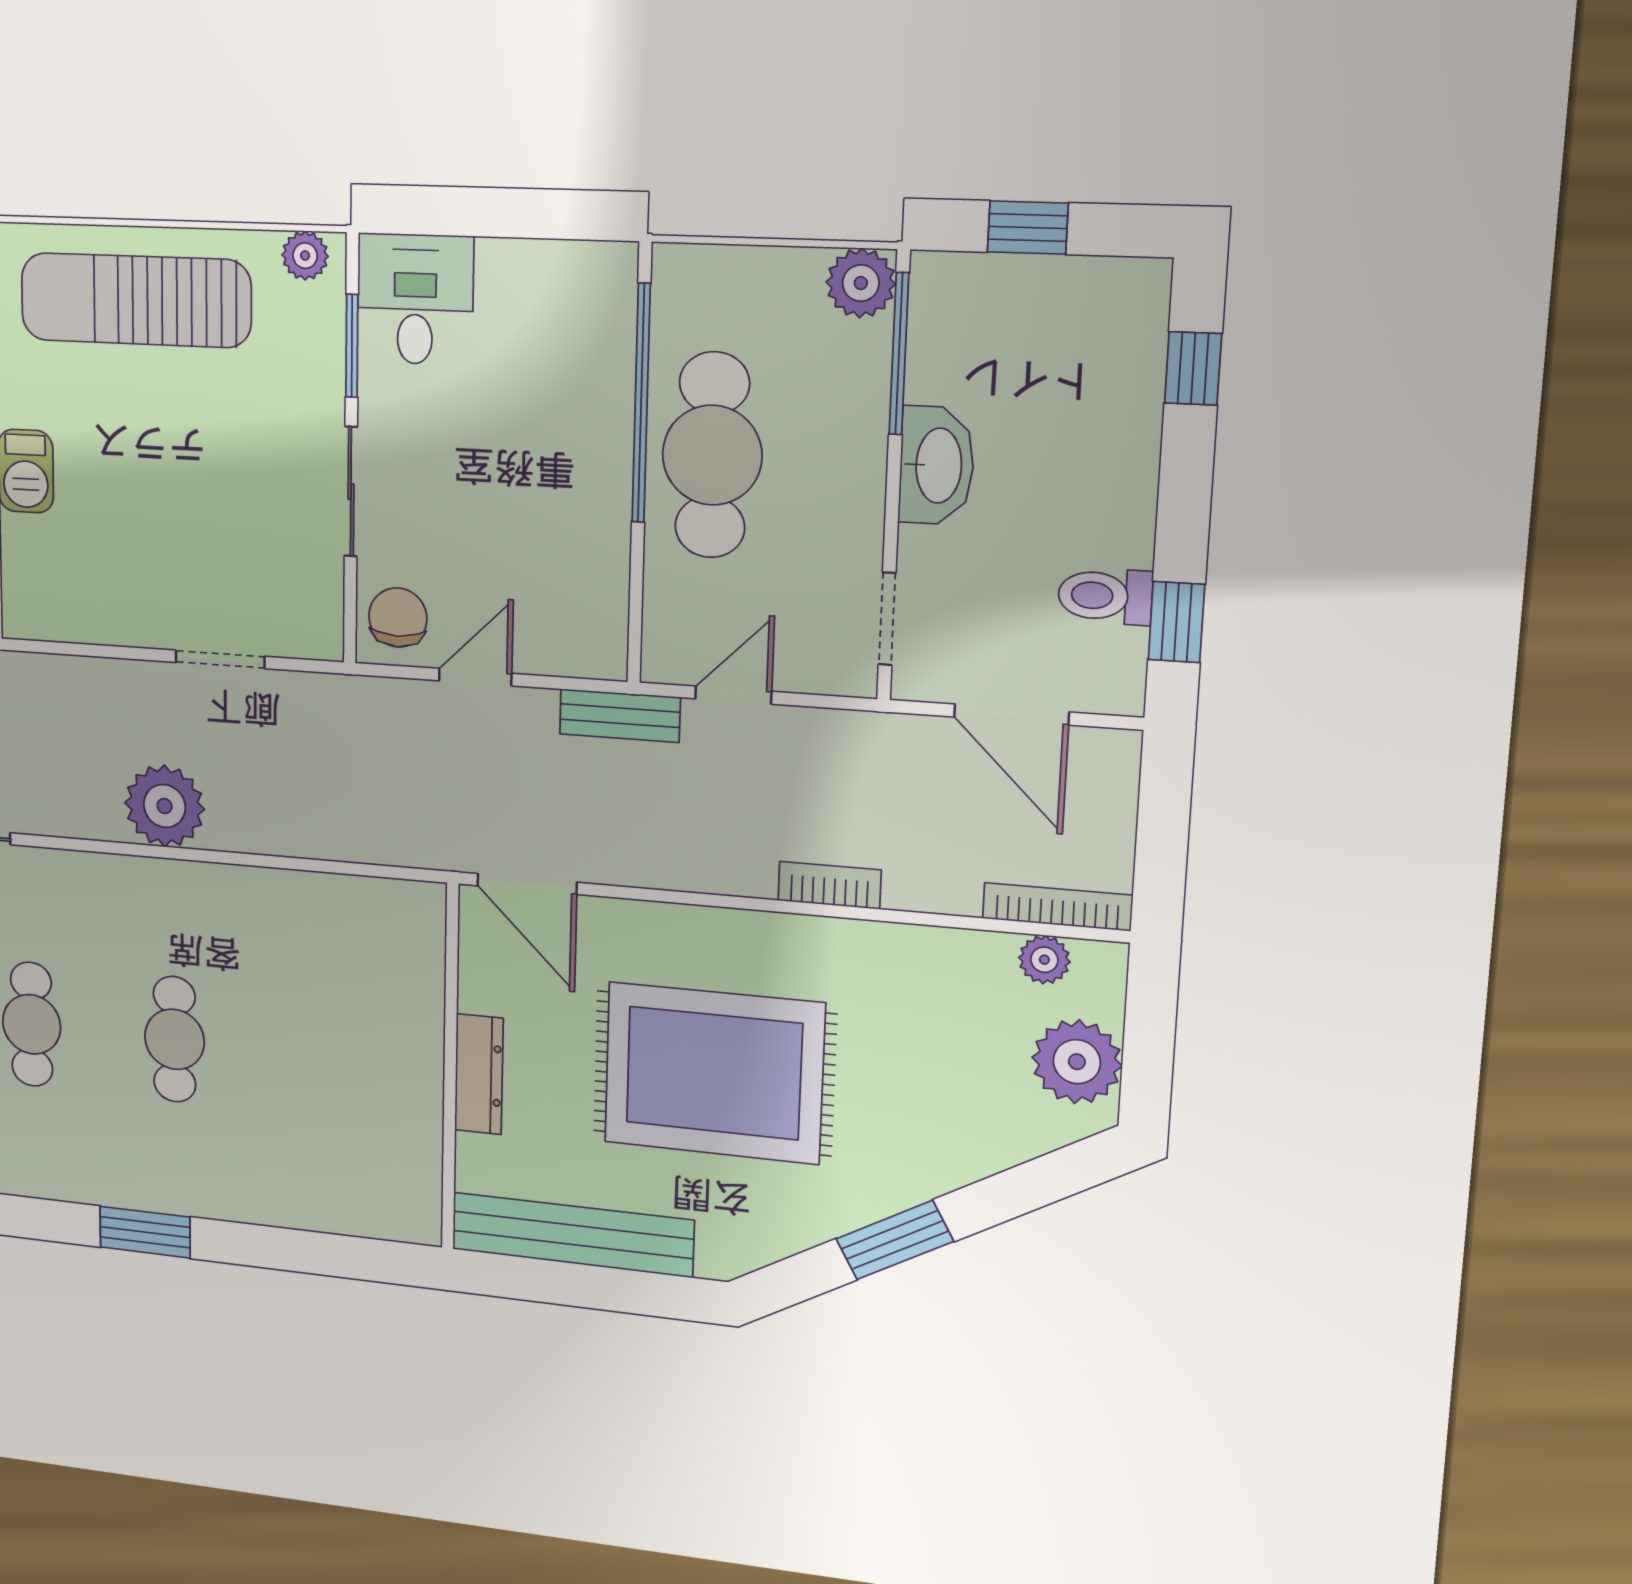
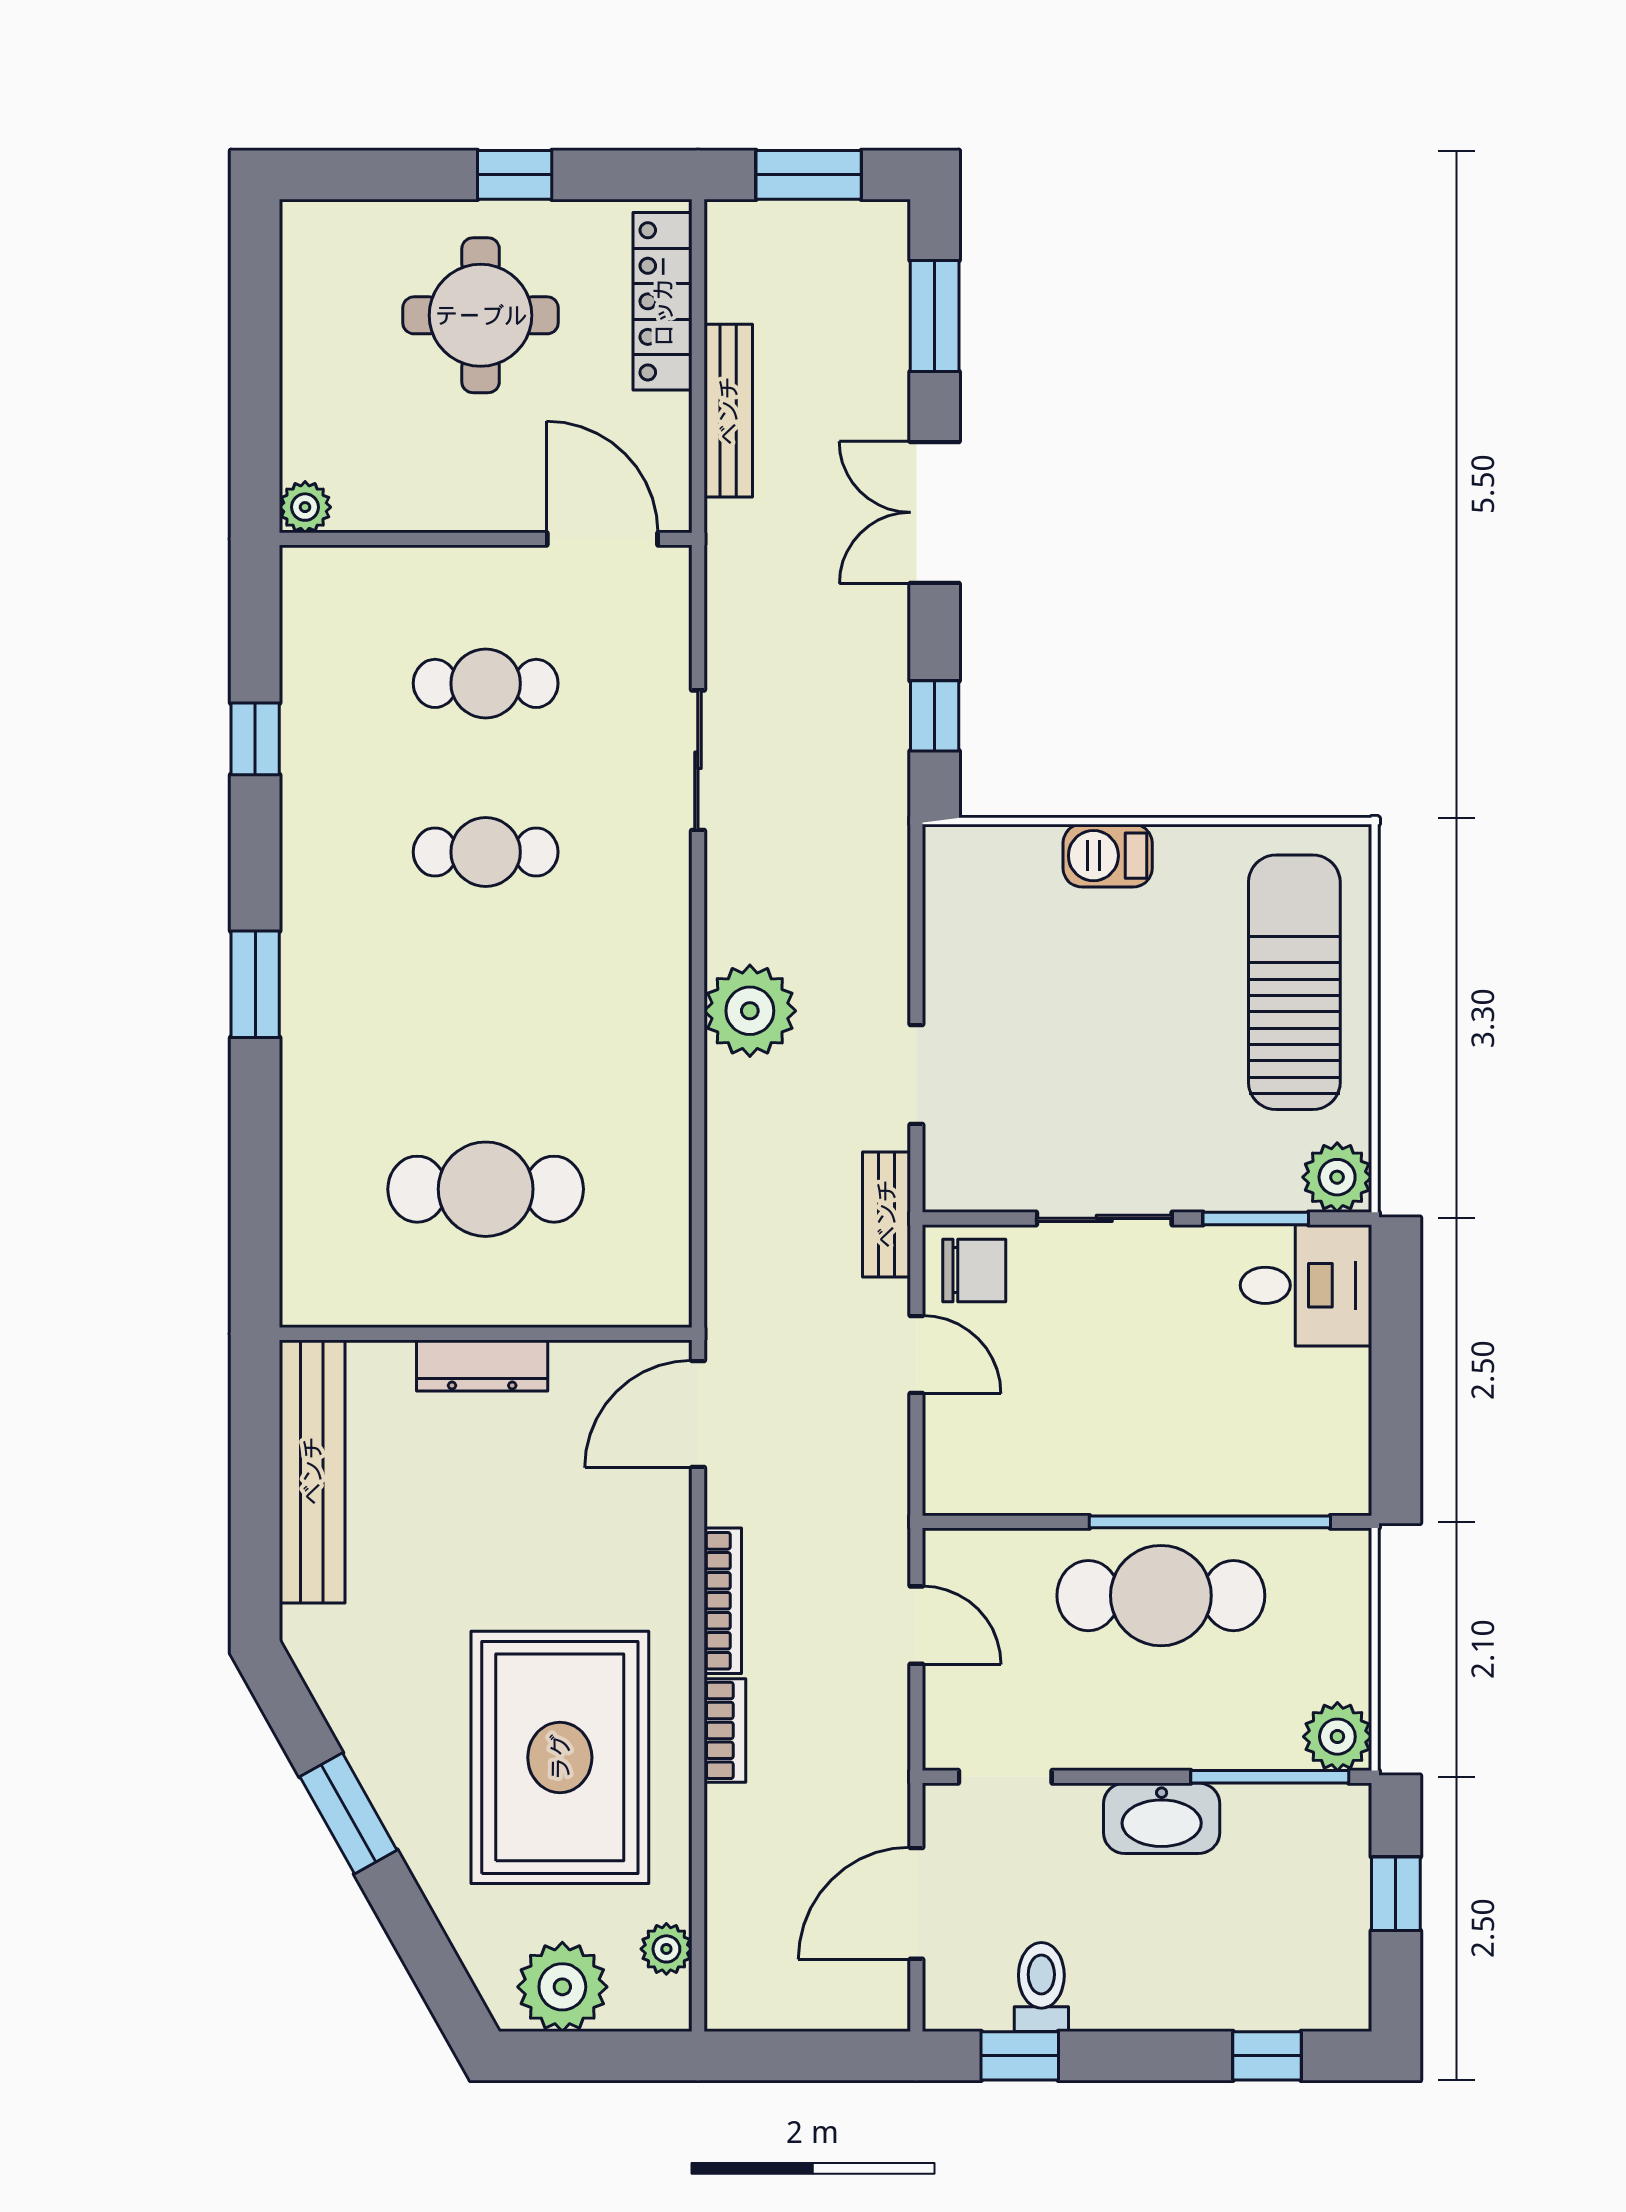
plant: (305, 256) -> (1337, 1177), width x1.38, depth x1.38
bench: (620, 716) -> (886, 1214), moved
bookcase: (1057, 907) -> (723, 1601), moved
cafe table: (175, 1039) -> (486, 1189), moved, width x1.37, depth x1.35
rug: (714, 1073) -> (560, 1757), moved

